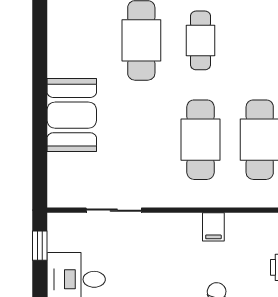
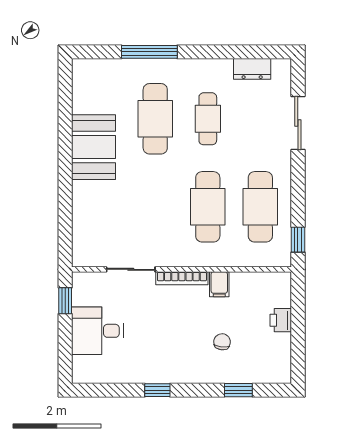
booth: (72, 115) -> (94, 147), moved
bookcase: (171, 220) -> (182, 278), added

